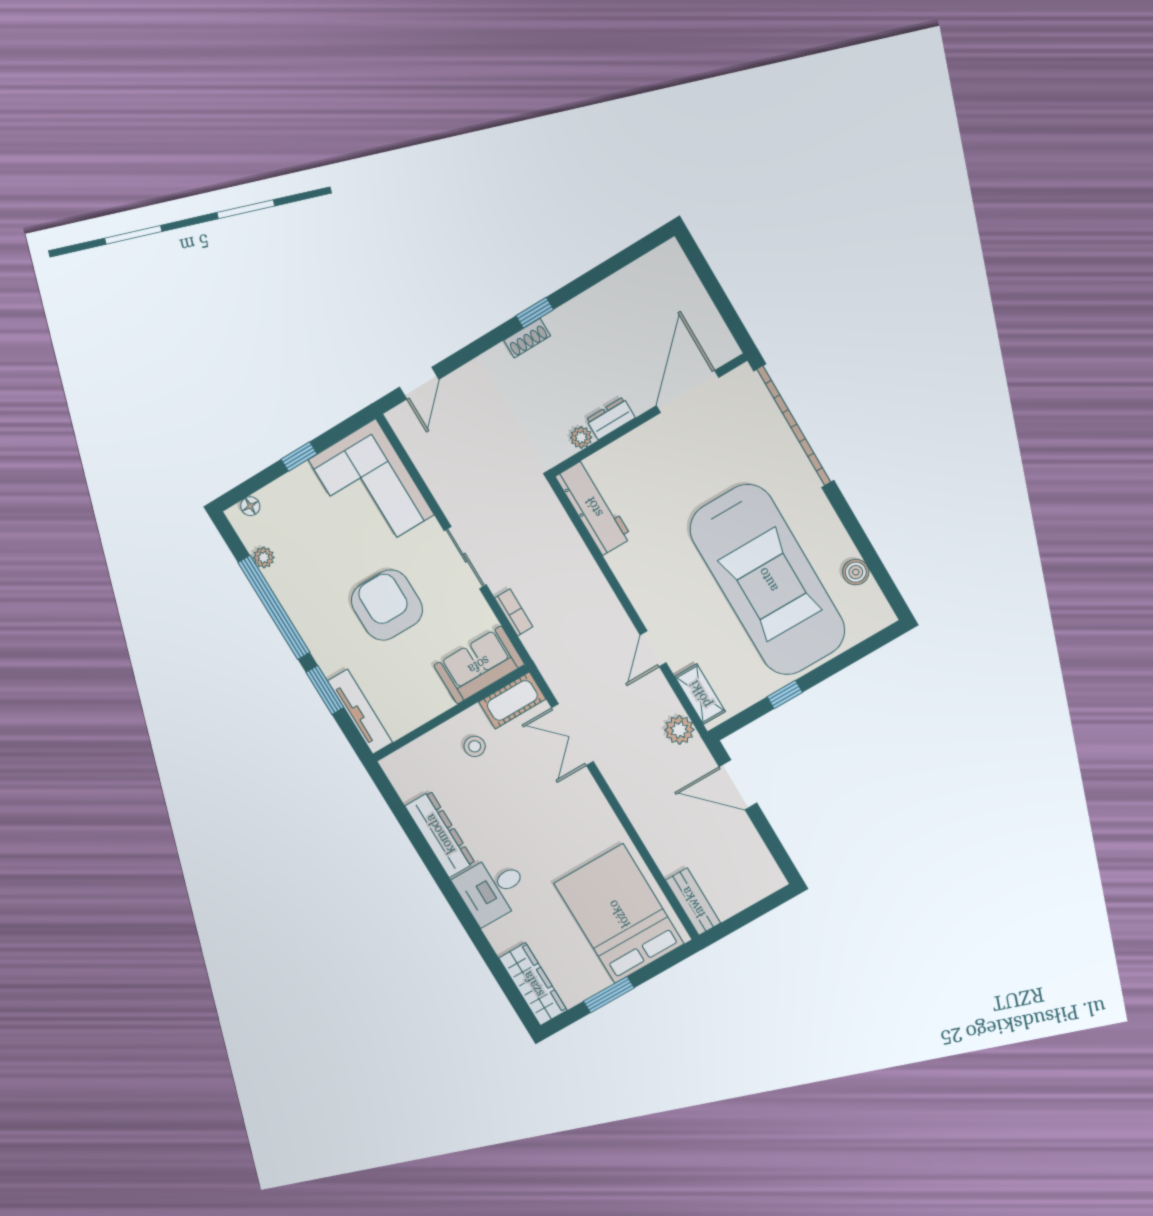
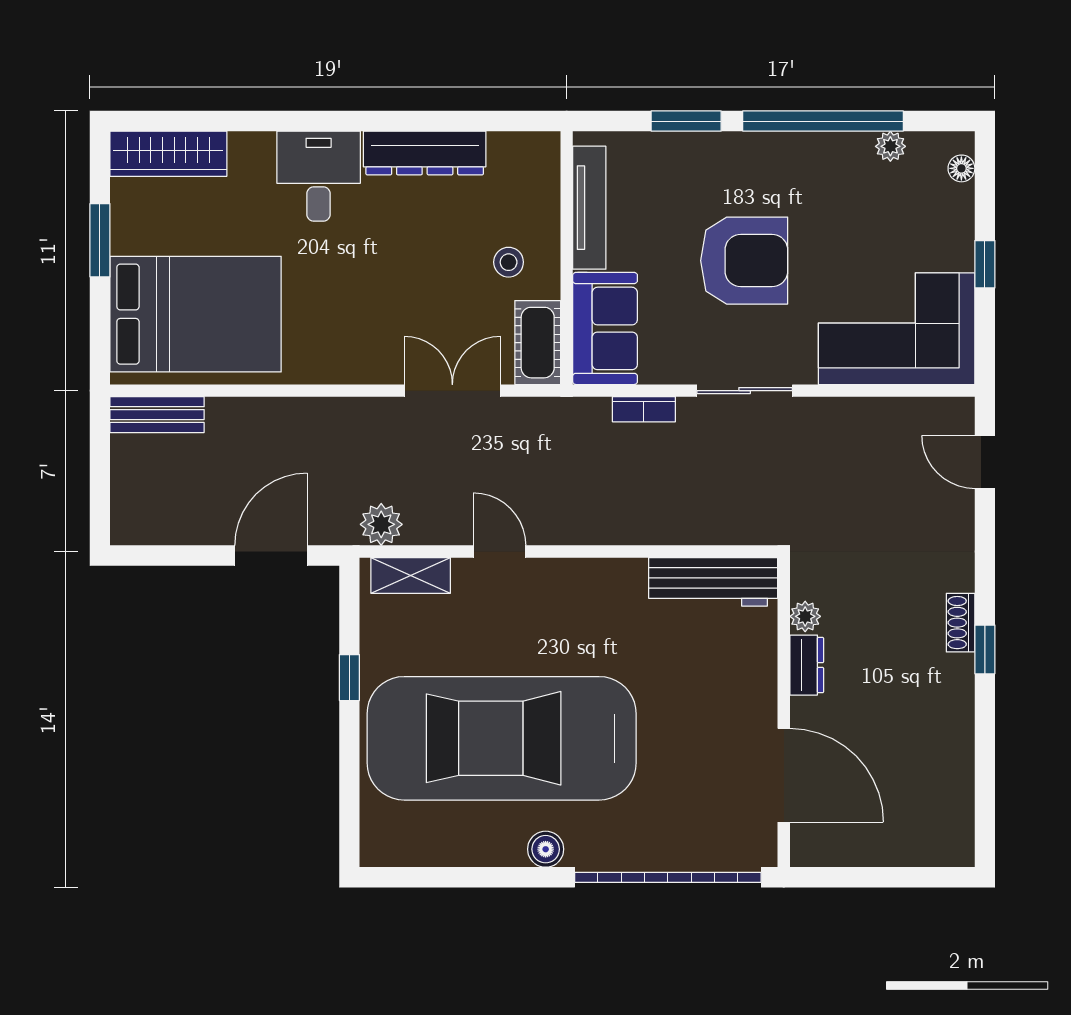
boiler: (856, 572) -> (546, 849), moved
tv unit: (360, 712) -> (589, 208), moved, turned -90

